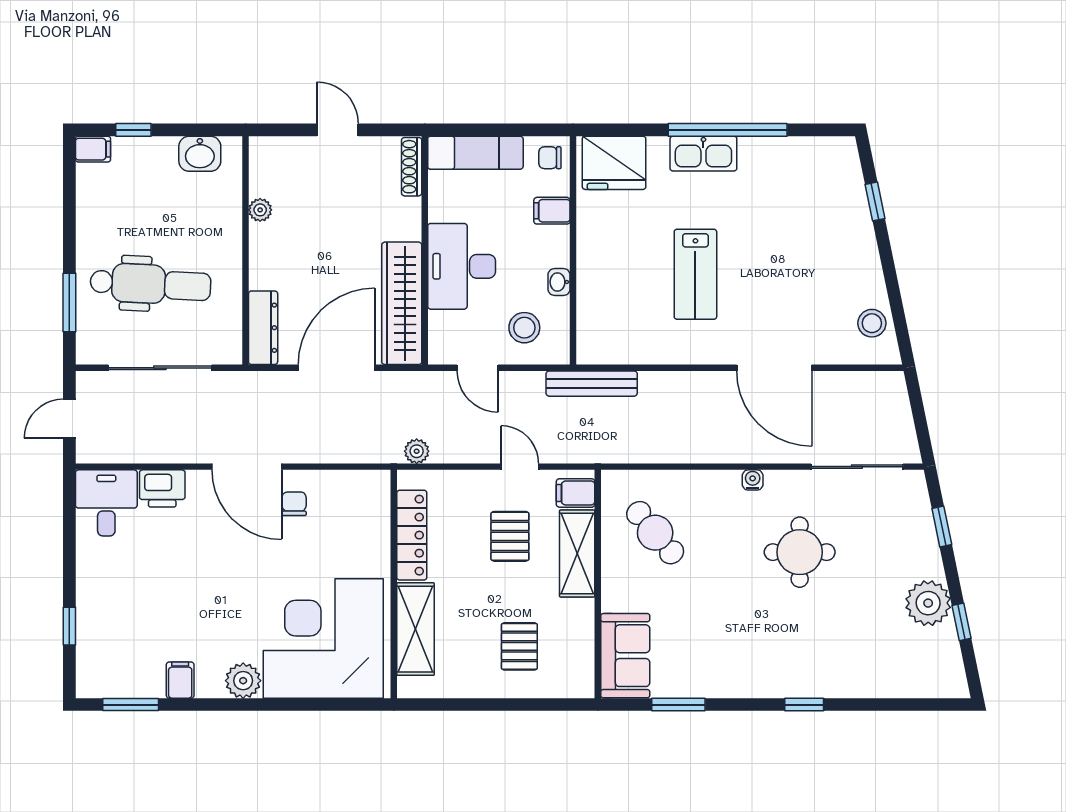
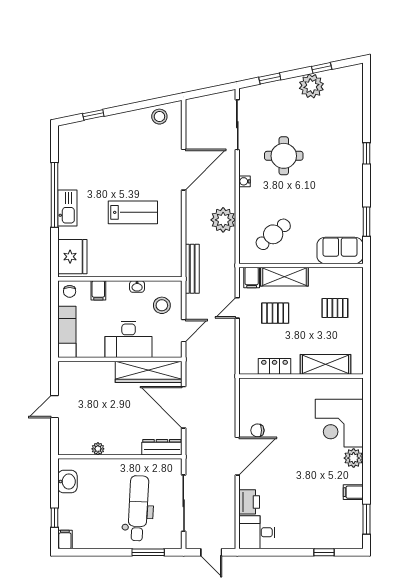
shoe rack: (412, 167) -> (74, 366), removed
plant: (417, 451) -> (223, 220), moved, width x1.87, depth x1.87
locker: (412, 535) -> (275, 366), width x0.66
corner desk: (323, 638) -> (339, 423), width x0.74, depth x0.74

